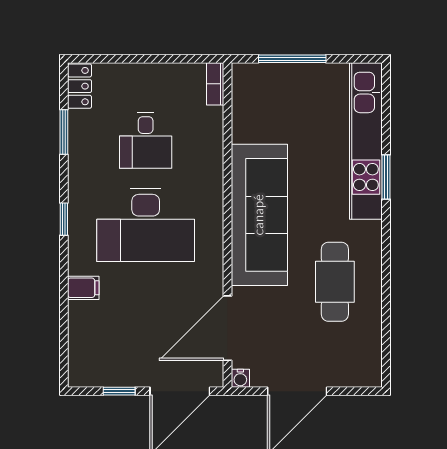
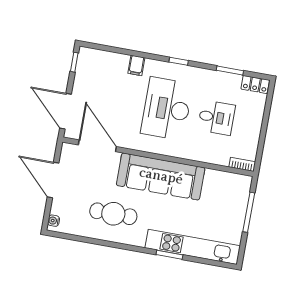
desk: (146, 140) -> (216, 118), turned 180
water cooler: (240, 378) -> (54, 221), moved
window: (119, 391) -> (74, 62), moved

